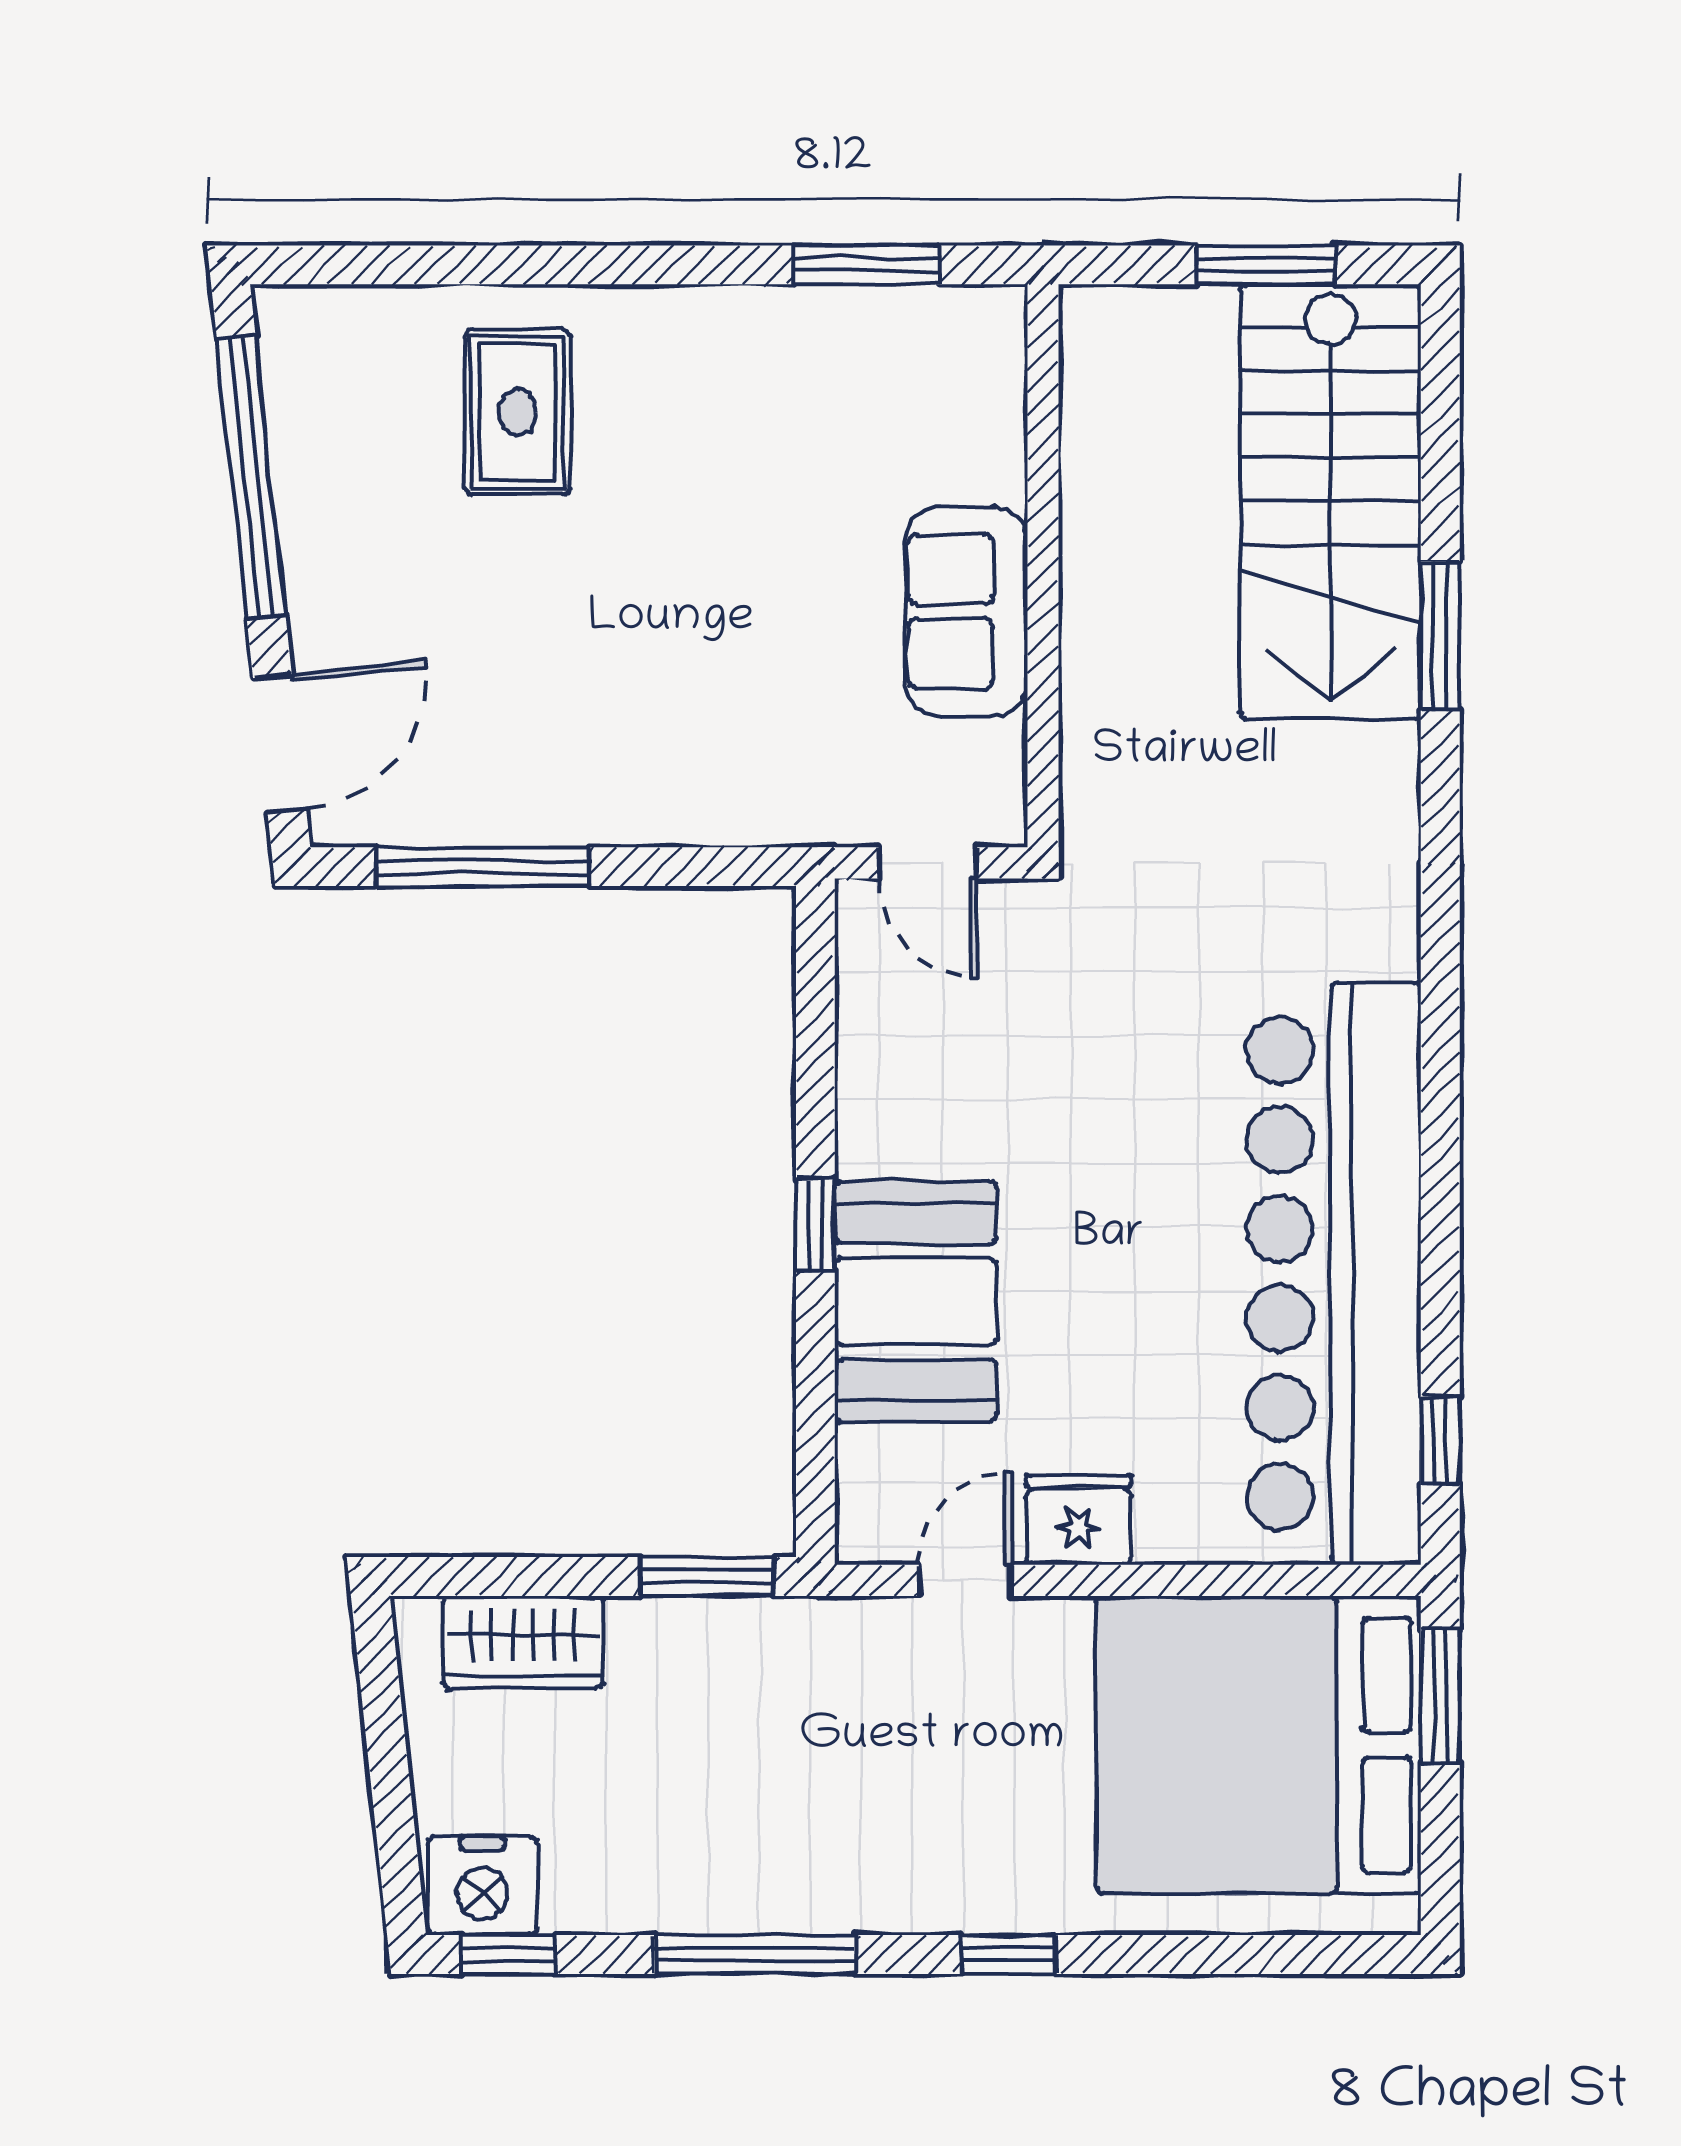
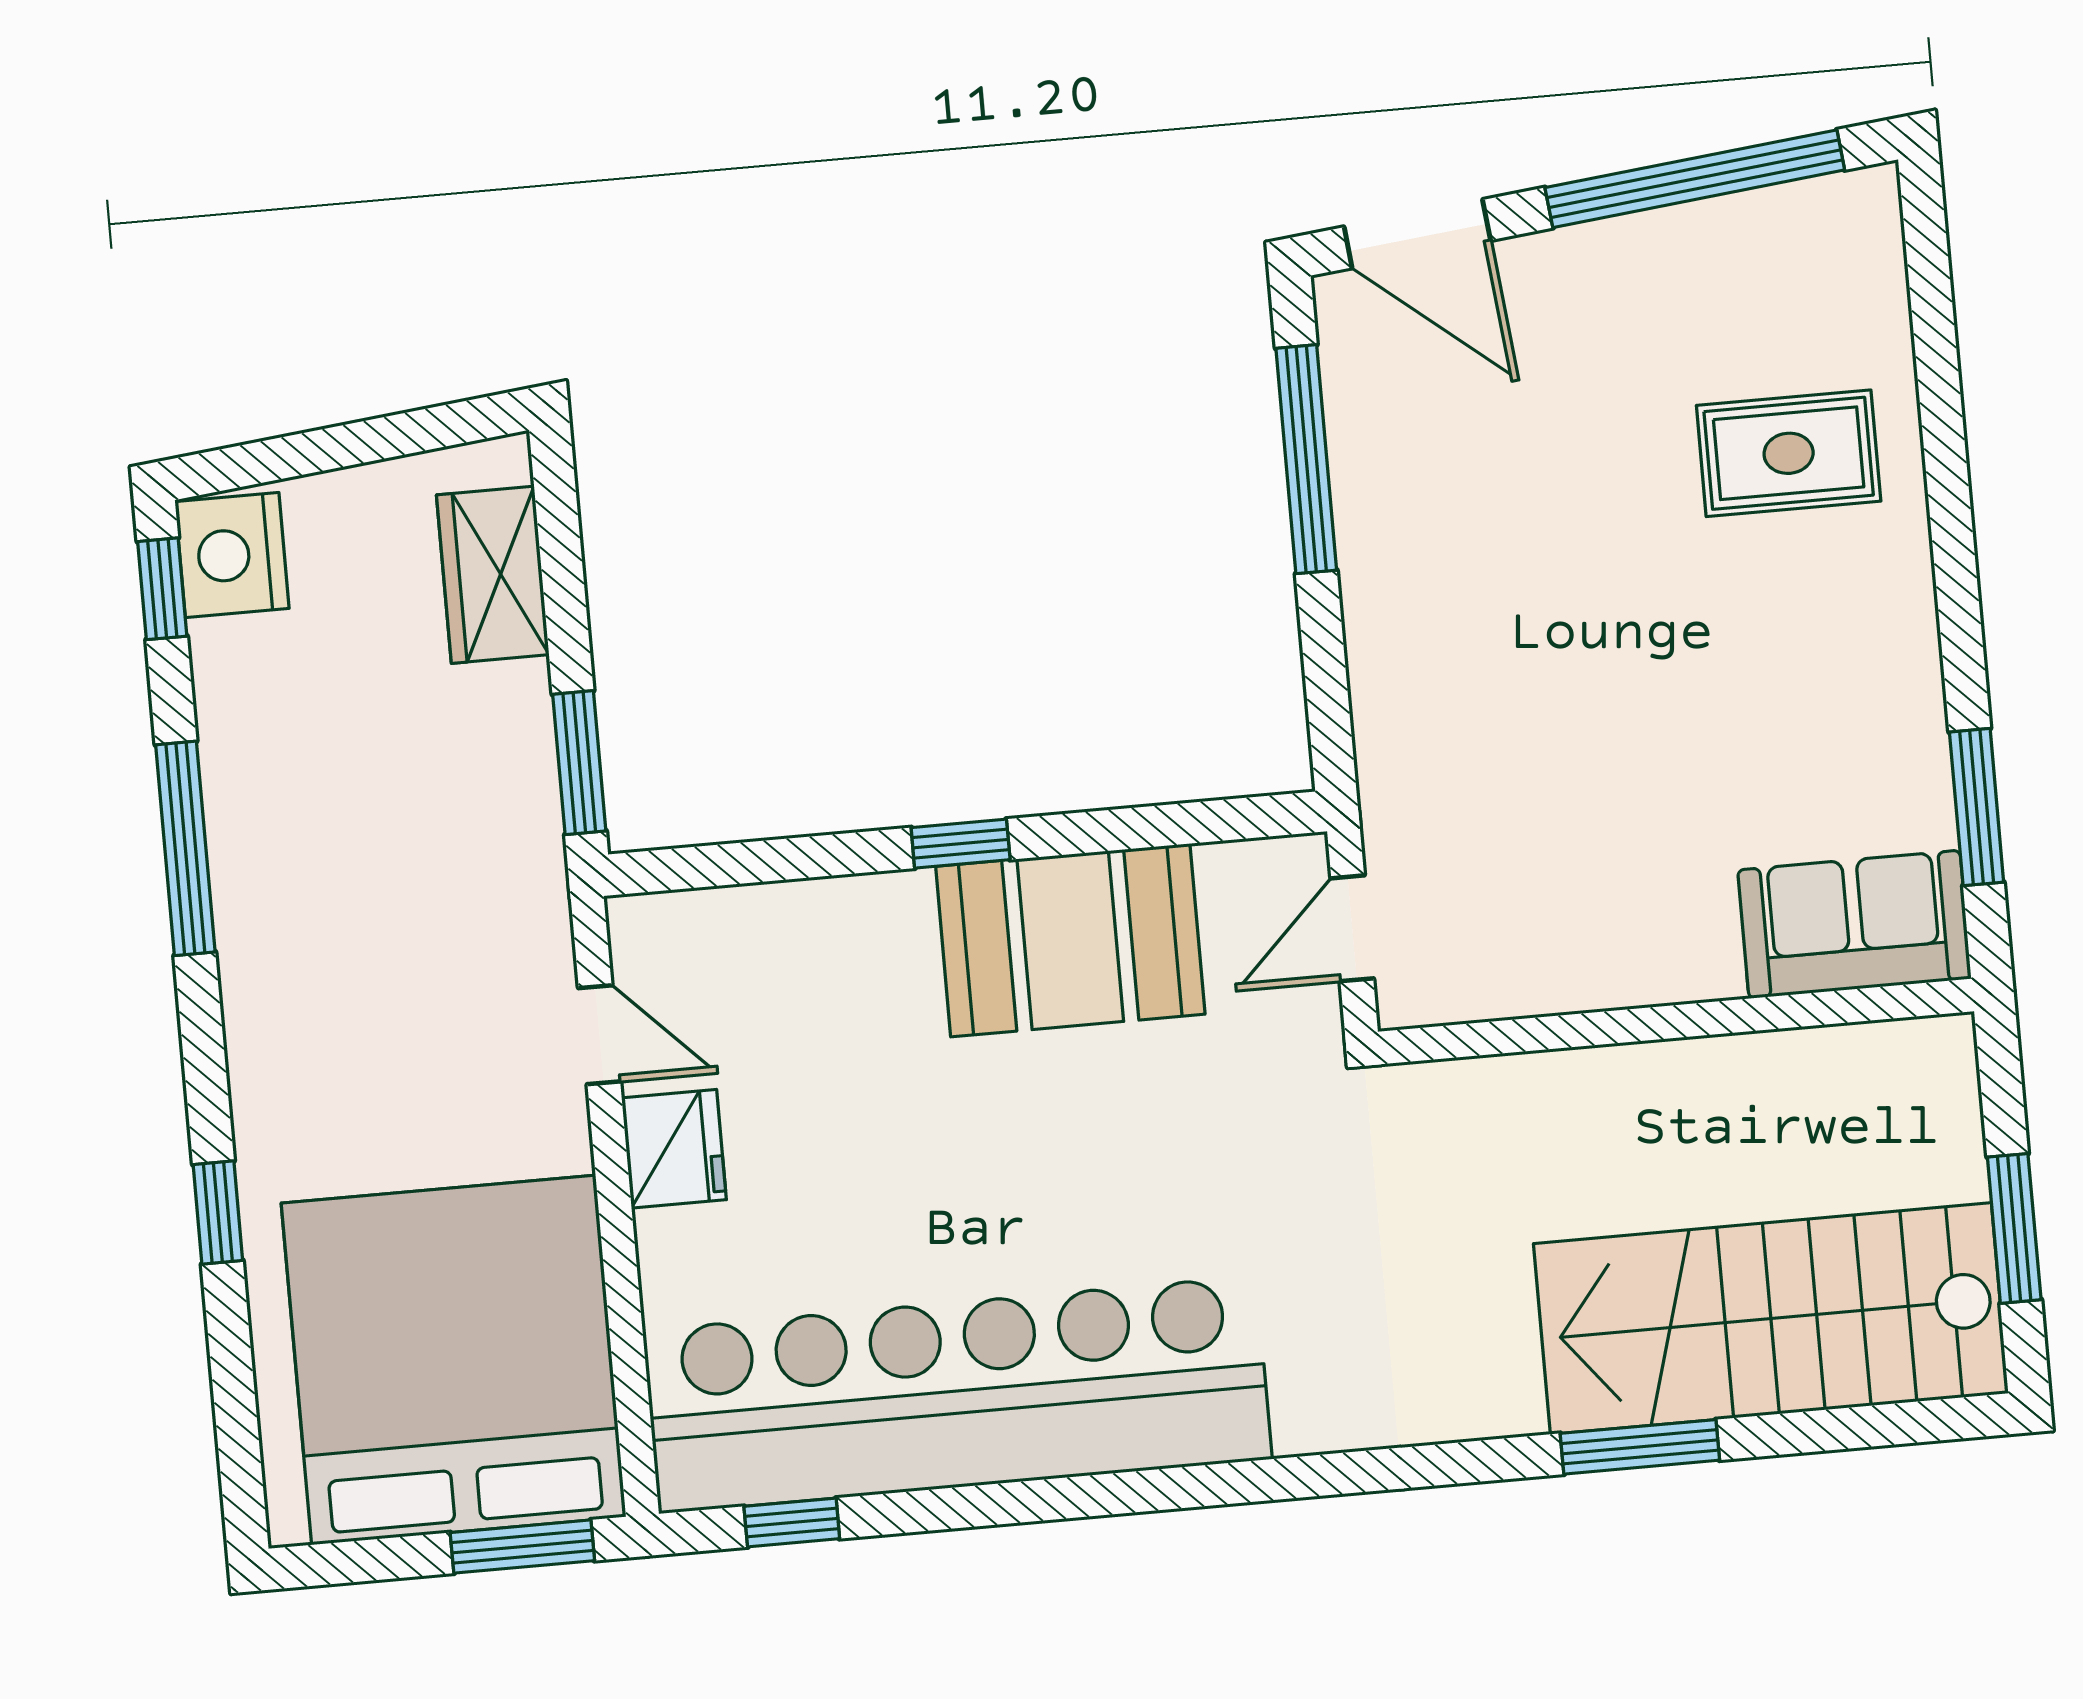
sofa: (966, 611) -> (1854, 924), moved
booth: (916, 1302) -> (1070, 940), moved
window: (1009, 1955) -> (218, 1213), moved

